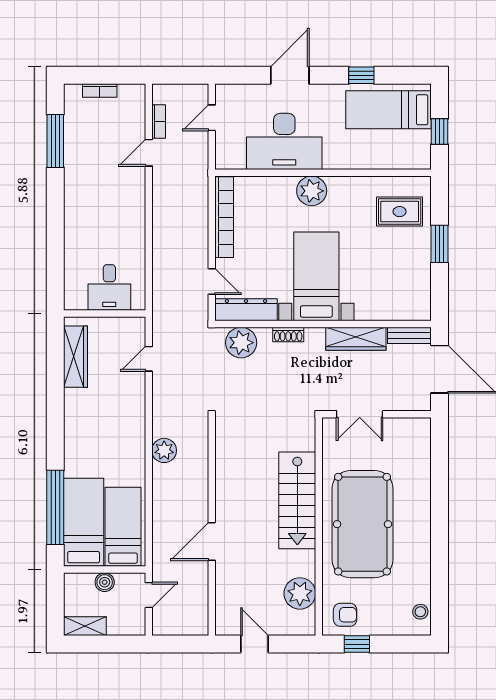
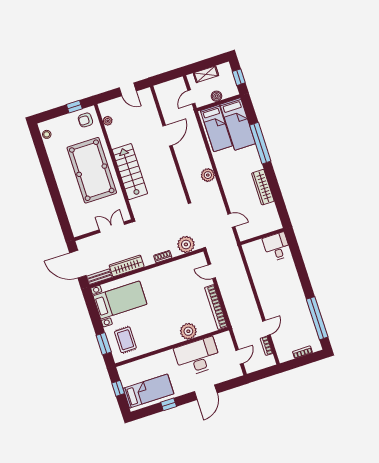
window: (55, 141) -> (317, 318), width x1.46
plant: (312, 191) -> (188, 331), moved
rug: (400, 212) -> (125, 340), turned 90
window: (439, 244) -> (104, 344), moved
bed with nightstands: (316, 276) -> (120, 300), moved, turned -90
desk: (109, 287) -> (277, 247), moved
dresser: (246, 310) -> (189, 262), removed
wardrobe: (76, 357) -> (263, 187), moved
door: (149, 359) -> (231, 220), hinge flipped
window: (55, 507) -> (260, 143), moved
plant: (300, 593) -> (108, 121), width x0.53, depth x0.53
window: (55, 603) -> (239, 77), added
shelving: (85, 626) -> (206, 74), moved

